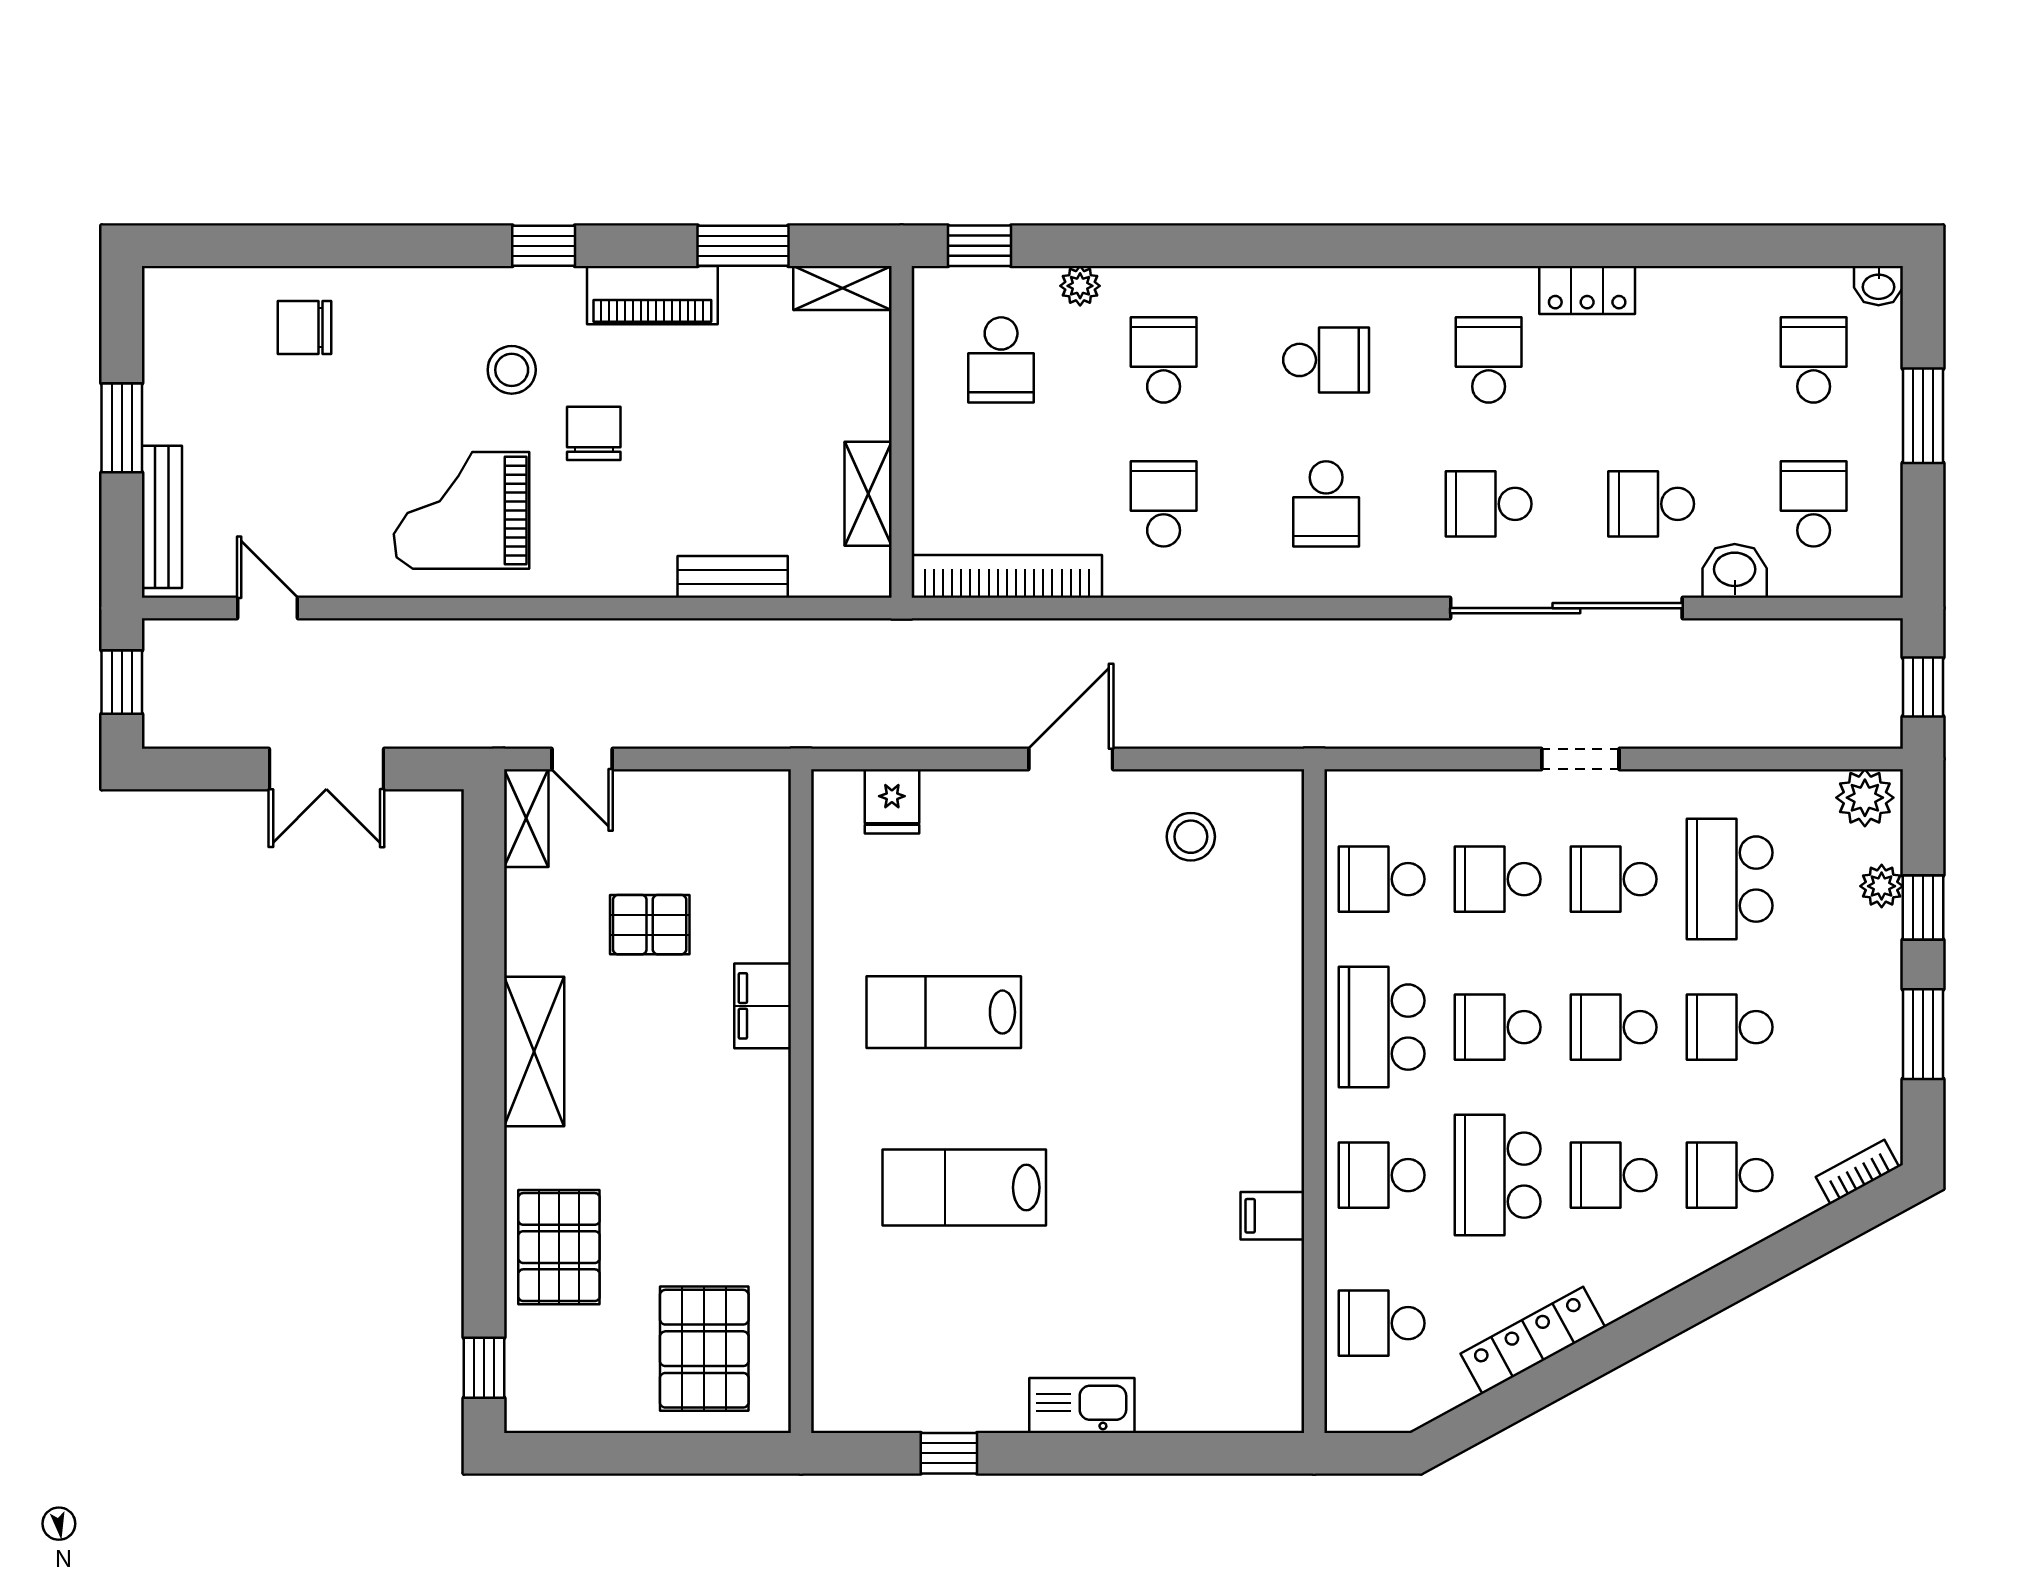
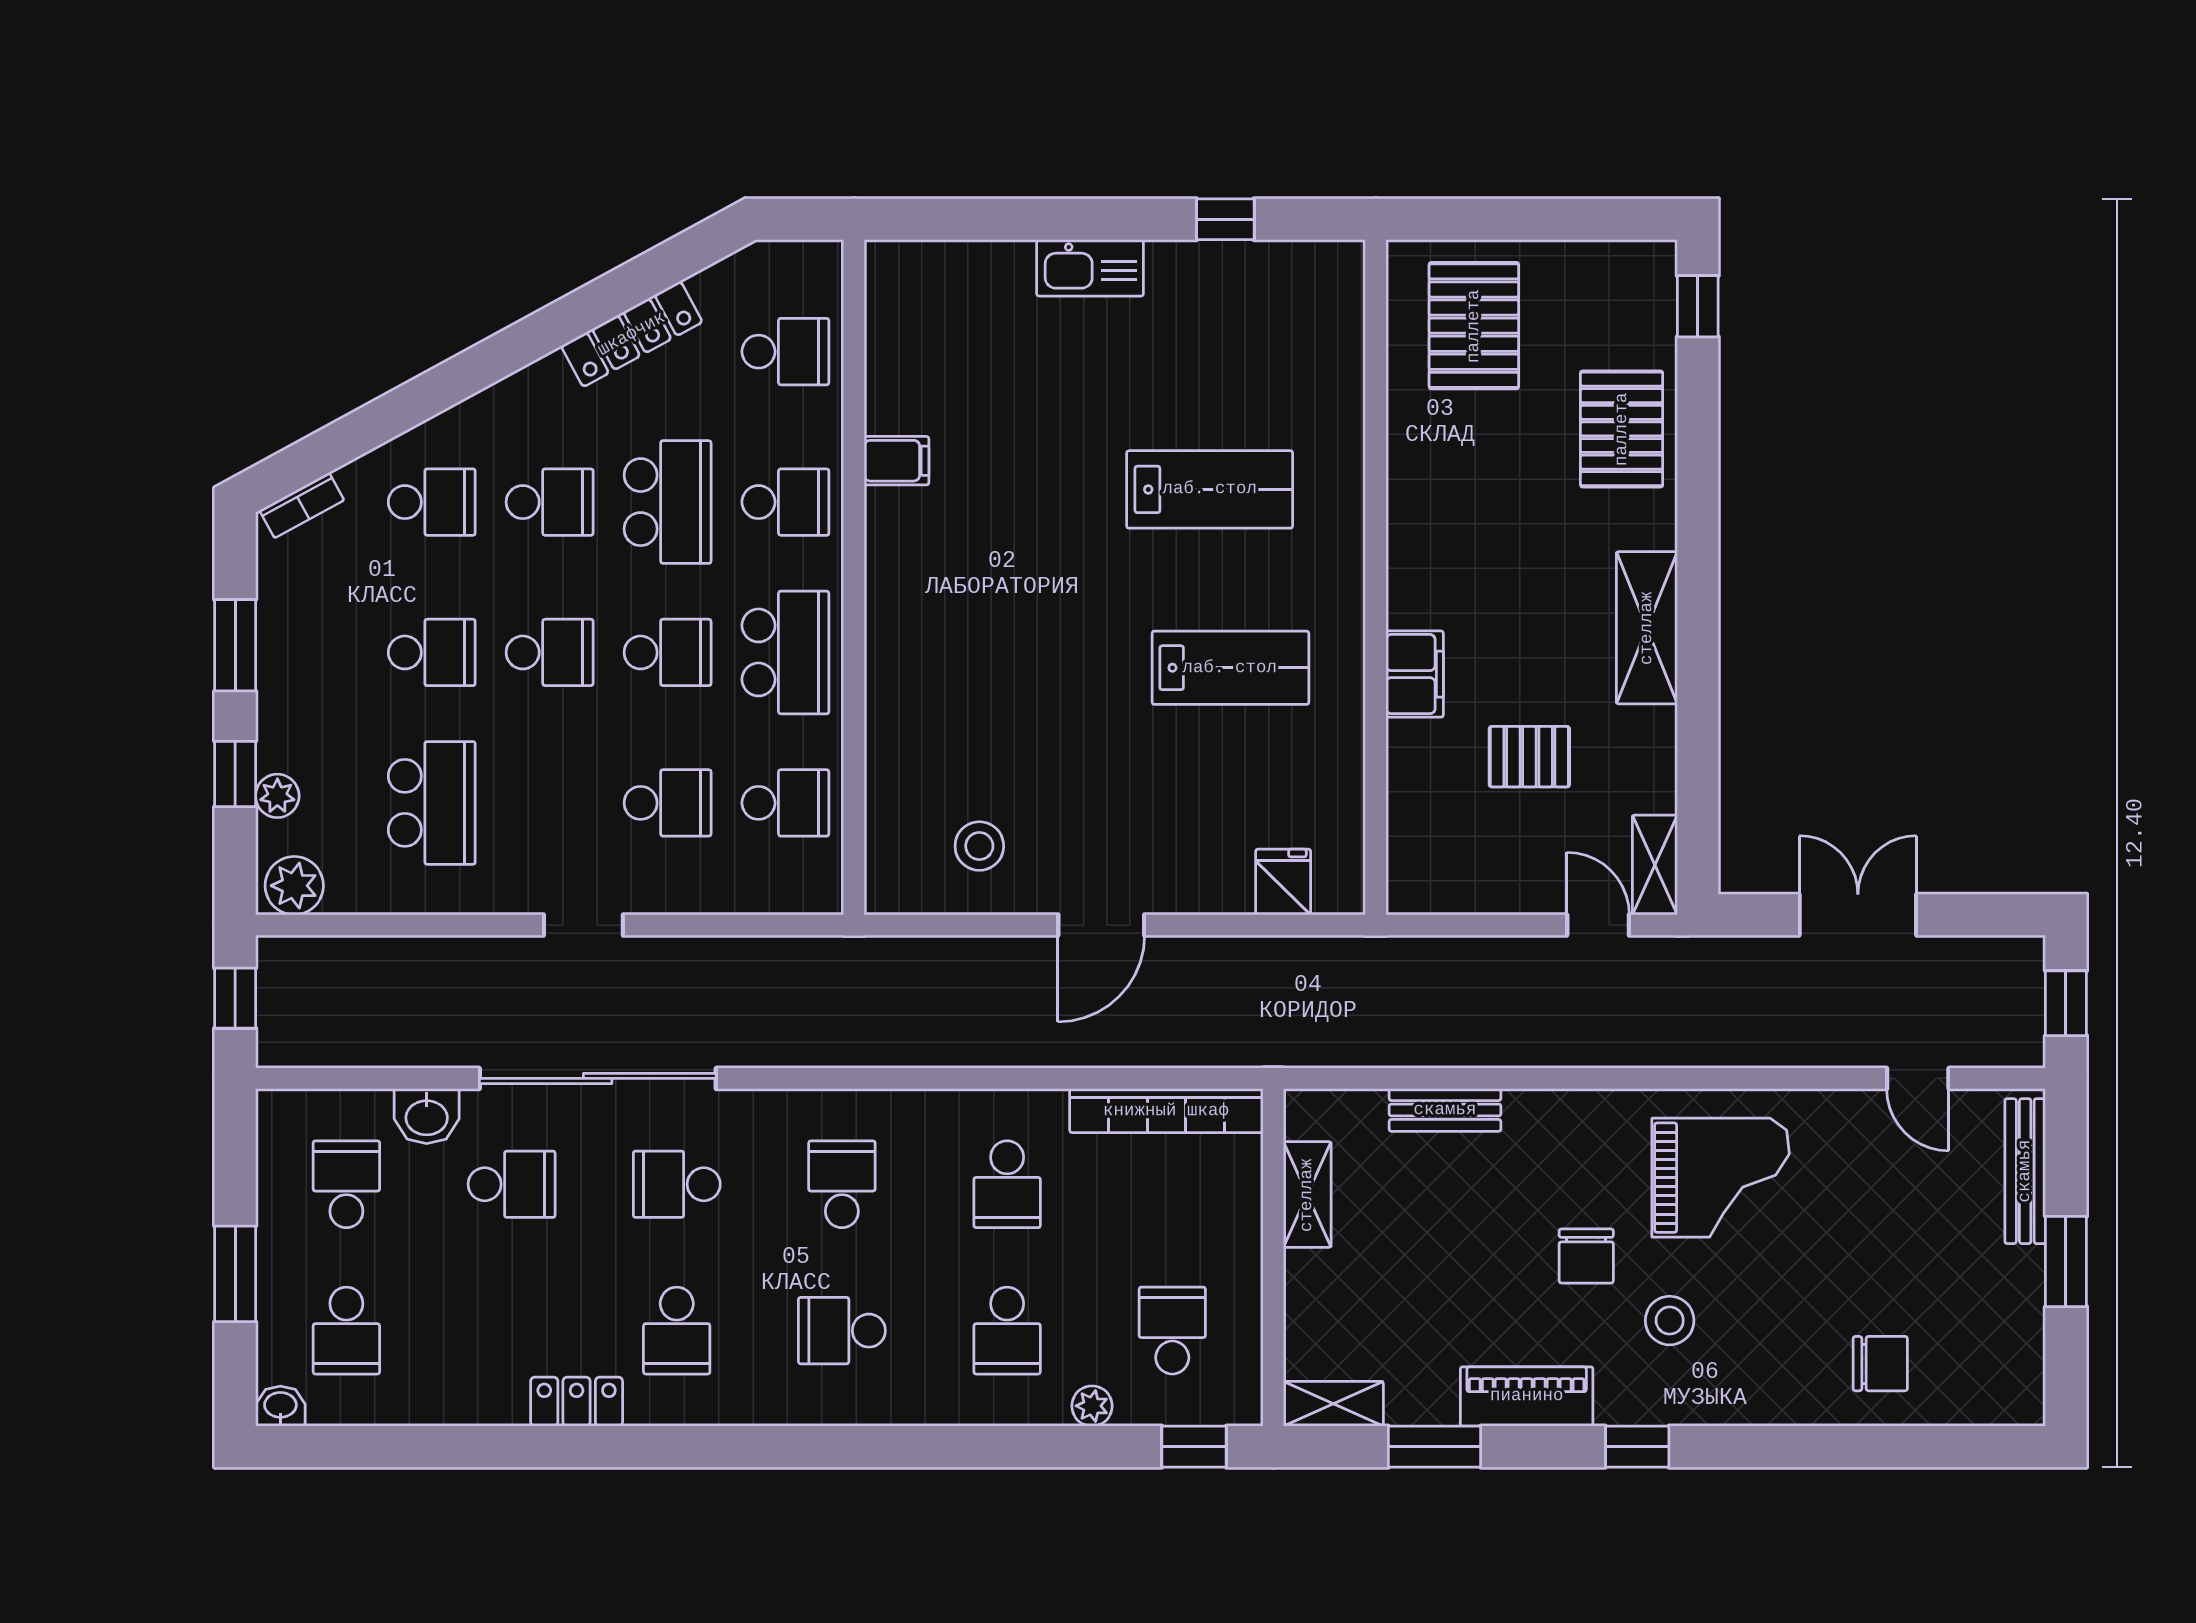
school desk: (1489, 504) -> (677, 1184), turned 180
school desk: (1814, 504) -> (346, 1184), turned 180
school desk: (1614, 879) -> (550, 803), removed

